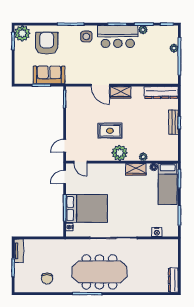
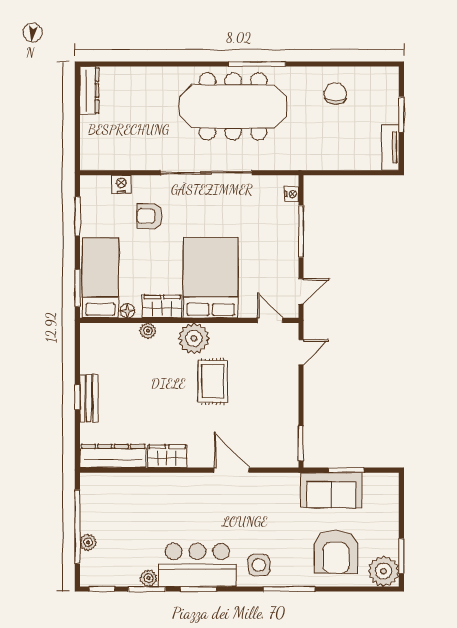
wardrobe: (121, 92) -> (167, 456), moved
rug: (110, 131) -> (213, 381), turned 90
bed: (87, 208) -> (211, 278), moved, turned 90
armchair: (142, 216) -> (149, 216), added

